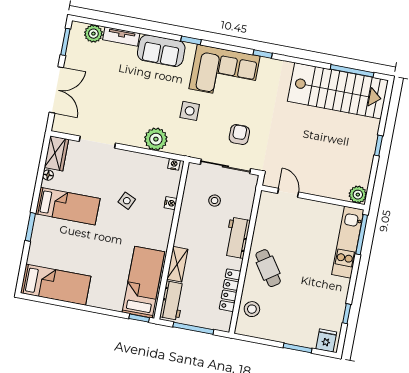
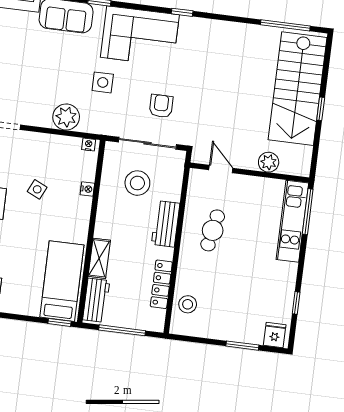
stairs: (338, 91) -> (298, 89), moved, turned 90
plant: (358, 195) -> (269, 162), moved
stool: (215, 201) -> (137, 183), width x1.89, depth x1.89
cafe table: (268, 268) -> (213, 230), moved, turned 45

